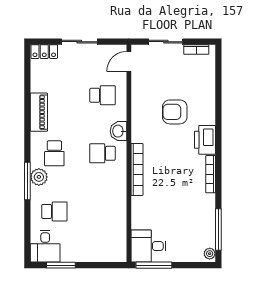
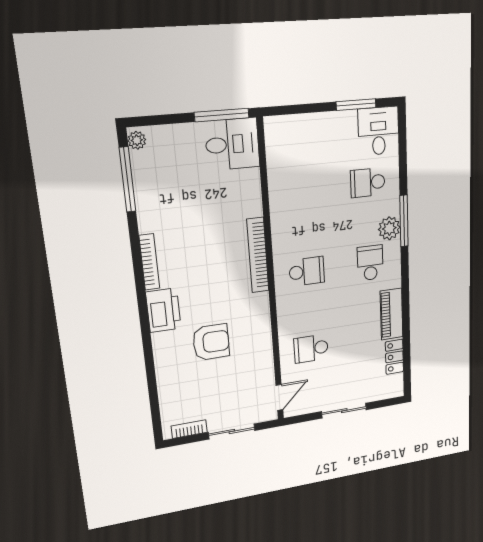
locker: (44, 52) -> (394, 357), moved, turned -90
washbasin: (118, 131) -> (287, 305), removed

